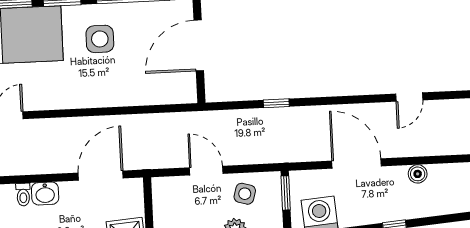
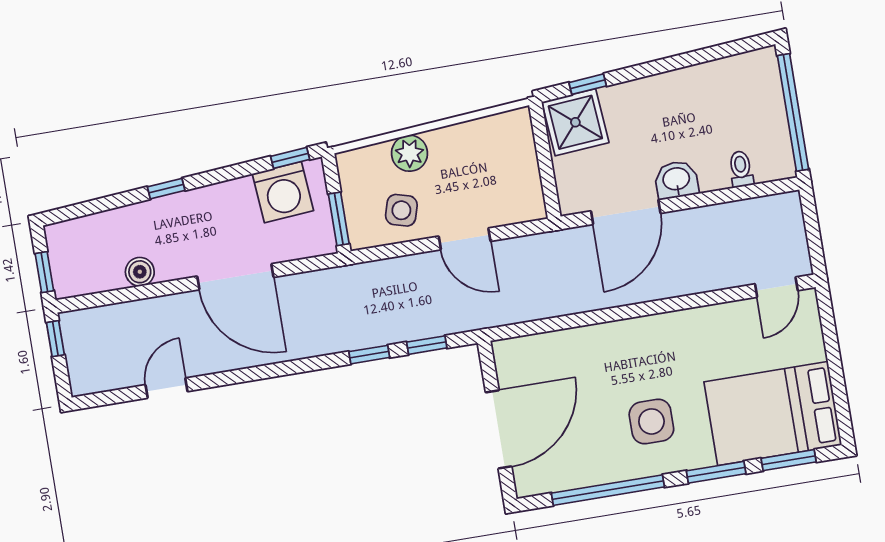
window: (239, 105) -> (427, 345), added
washbasin: (45, 193) -> (676, 180), moved

